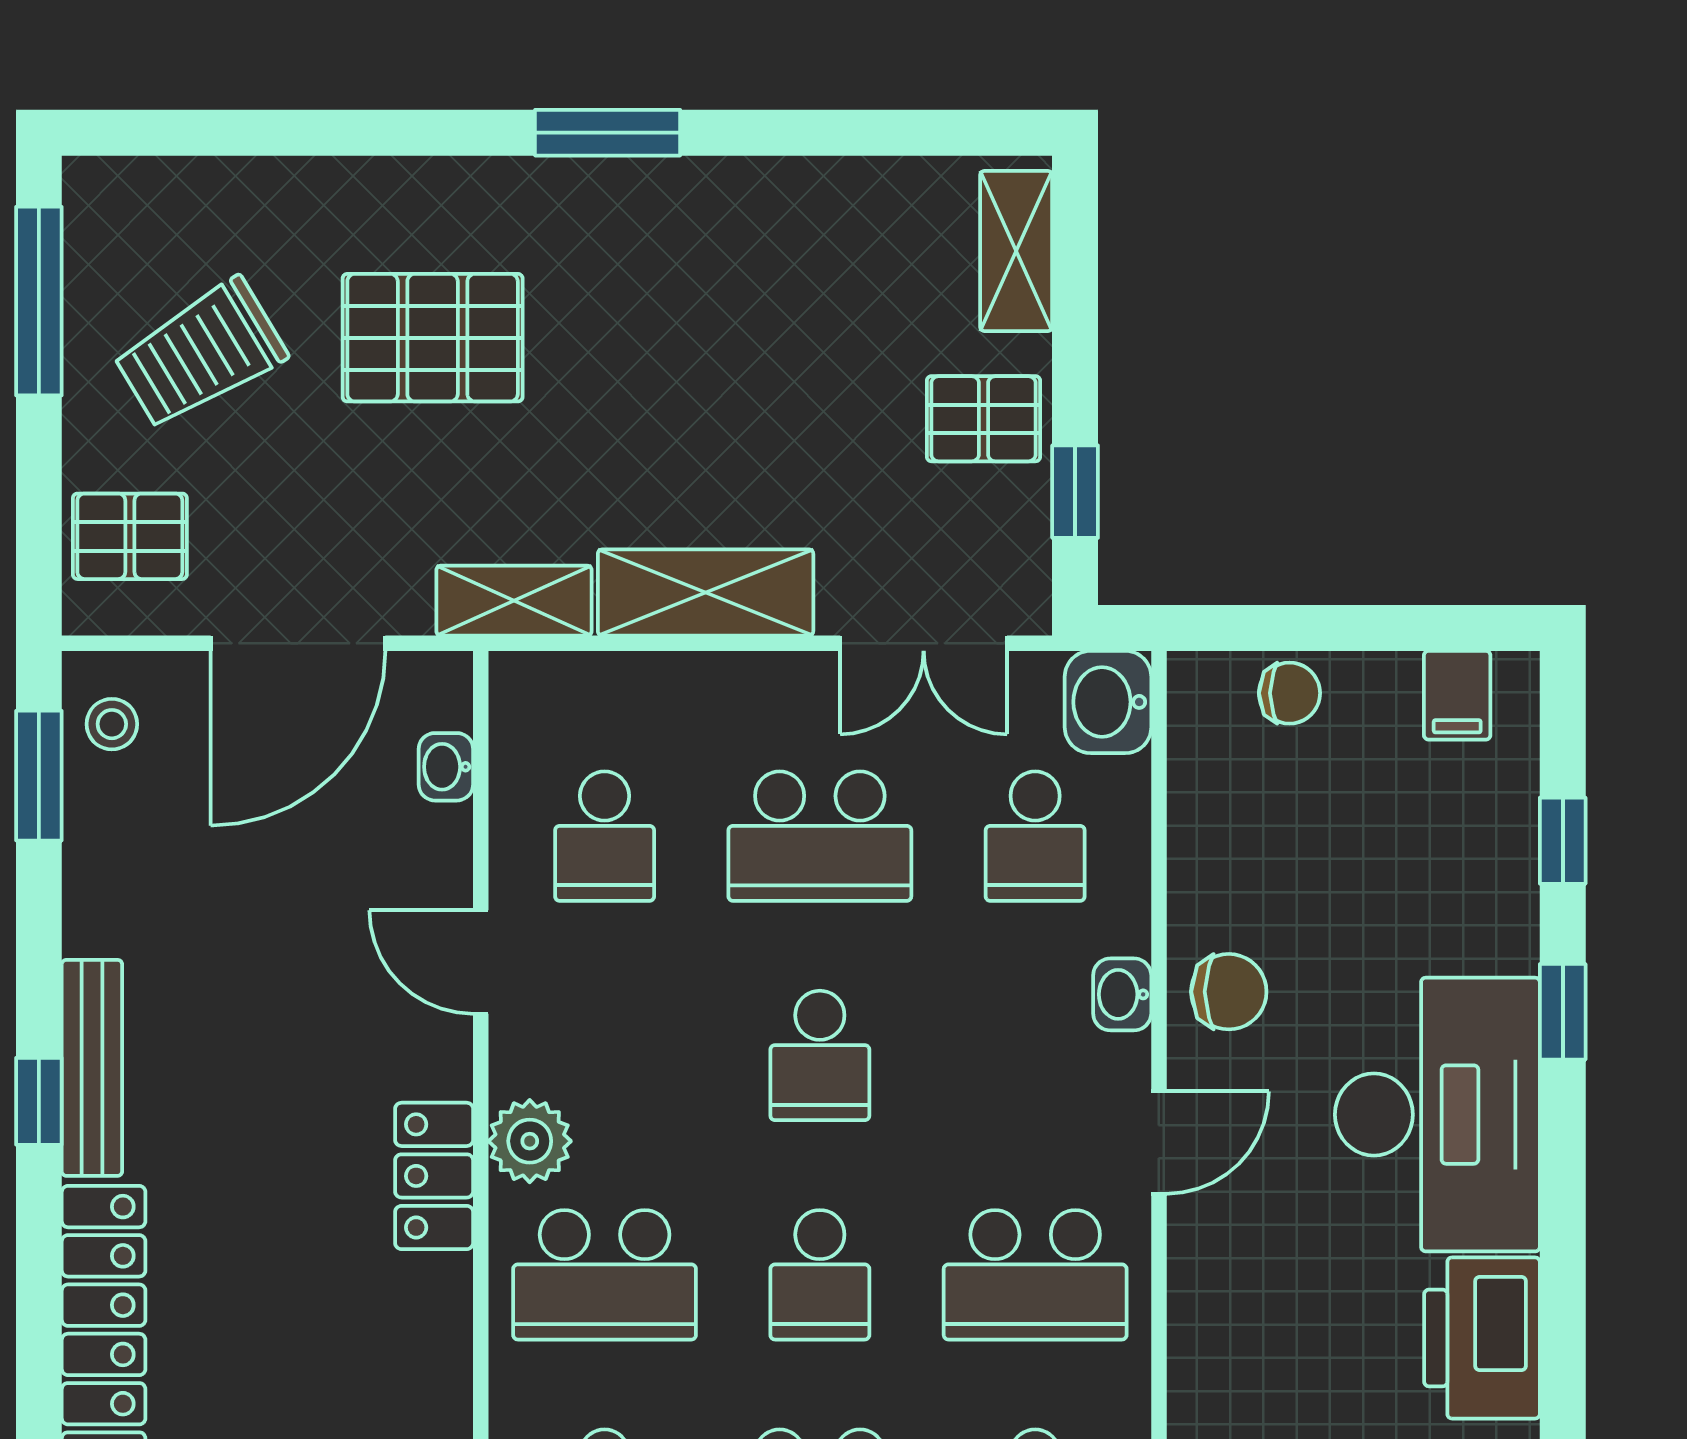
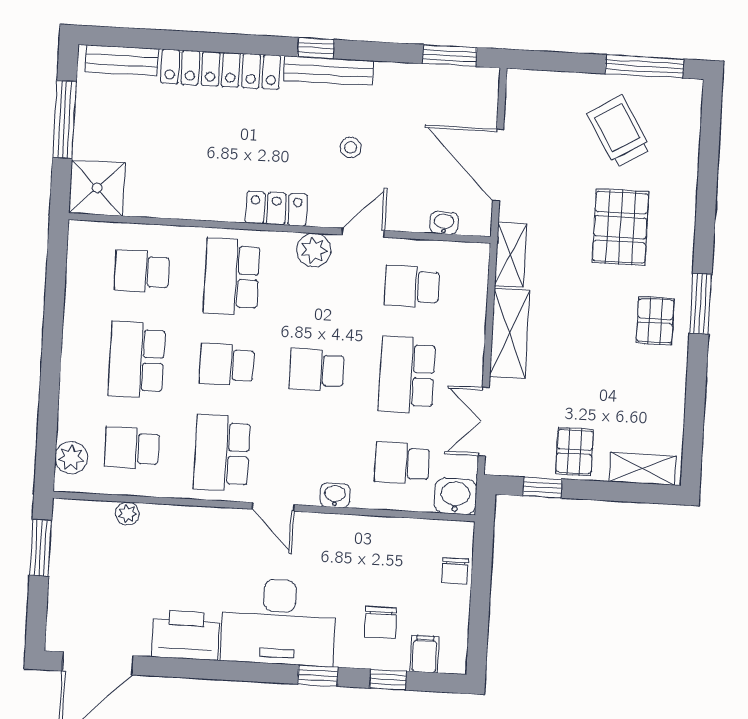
pallet: (130, 536) -> (655, 321), moved
filing cabinet: (1457, 695) -> (425, 654), moved, turned 90
stool: (112, 724) -> (351, 147), moved
chair: (1229, 992) -> (380, 622), moved
plant: (530, 1141) -> (314, 250), moved

